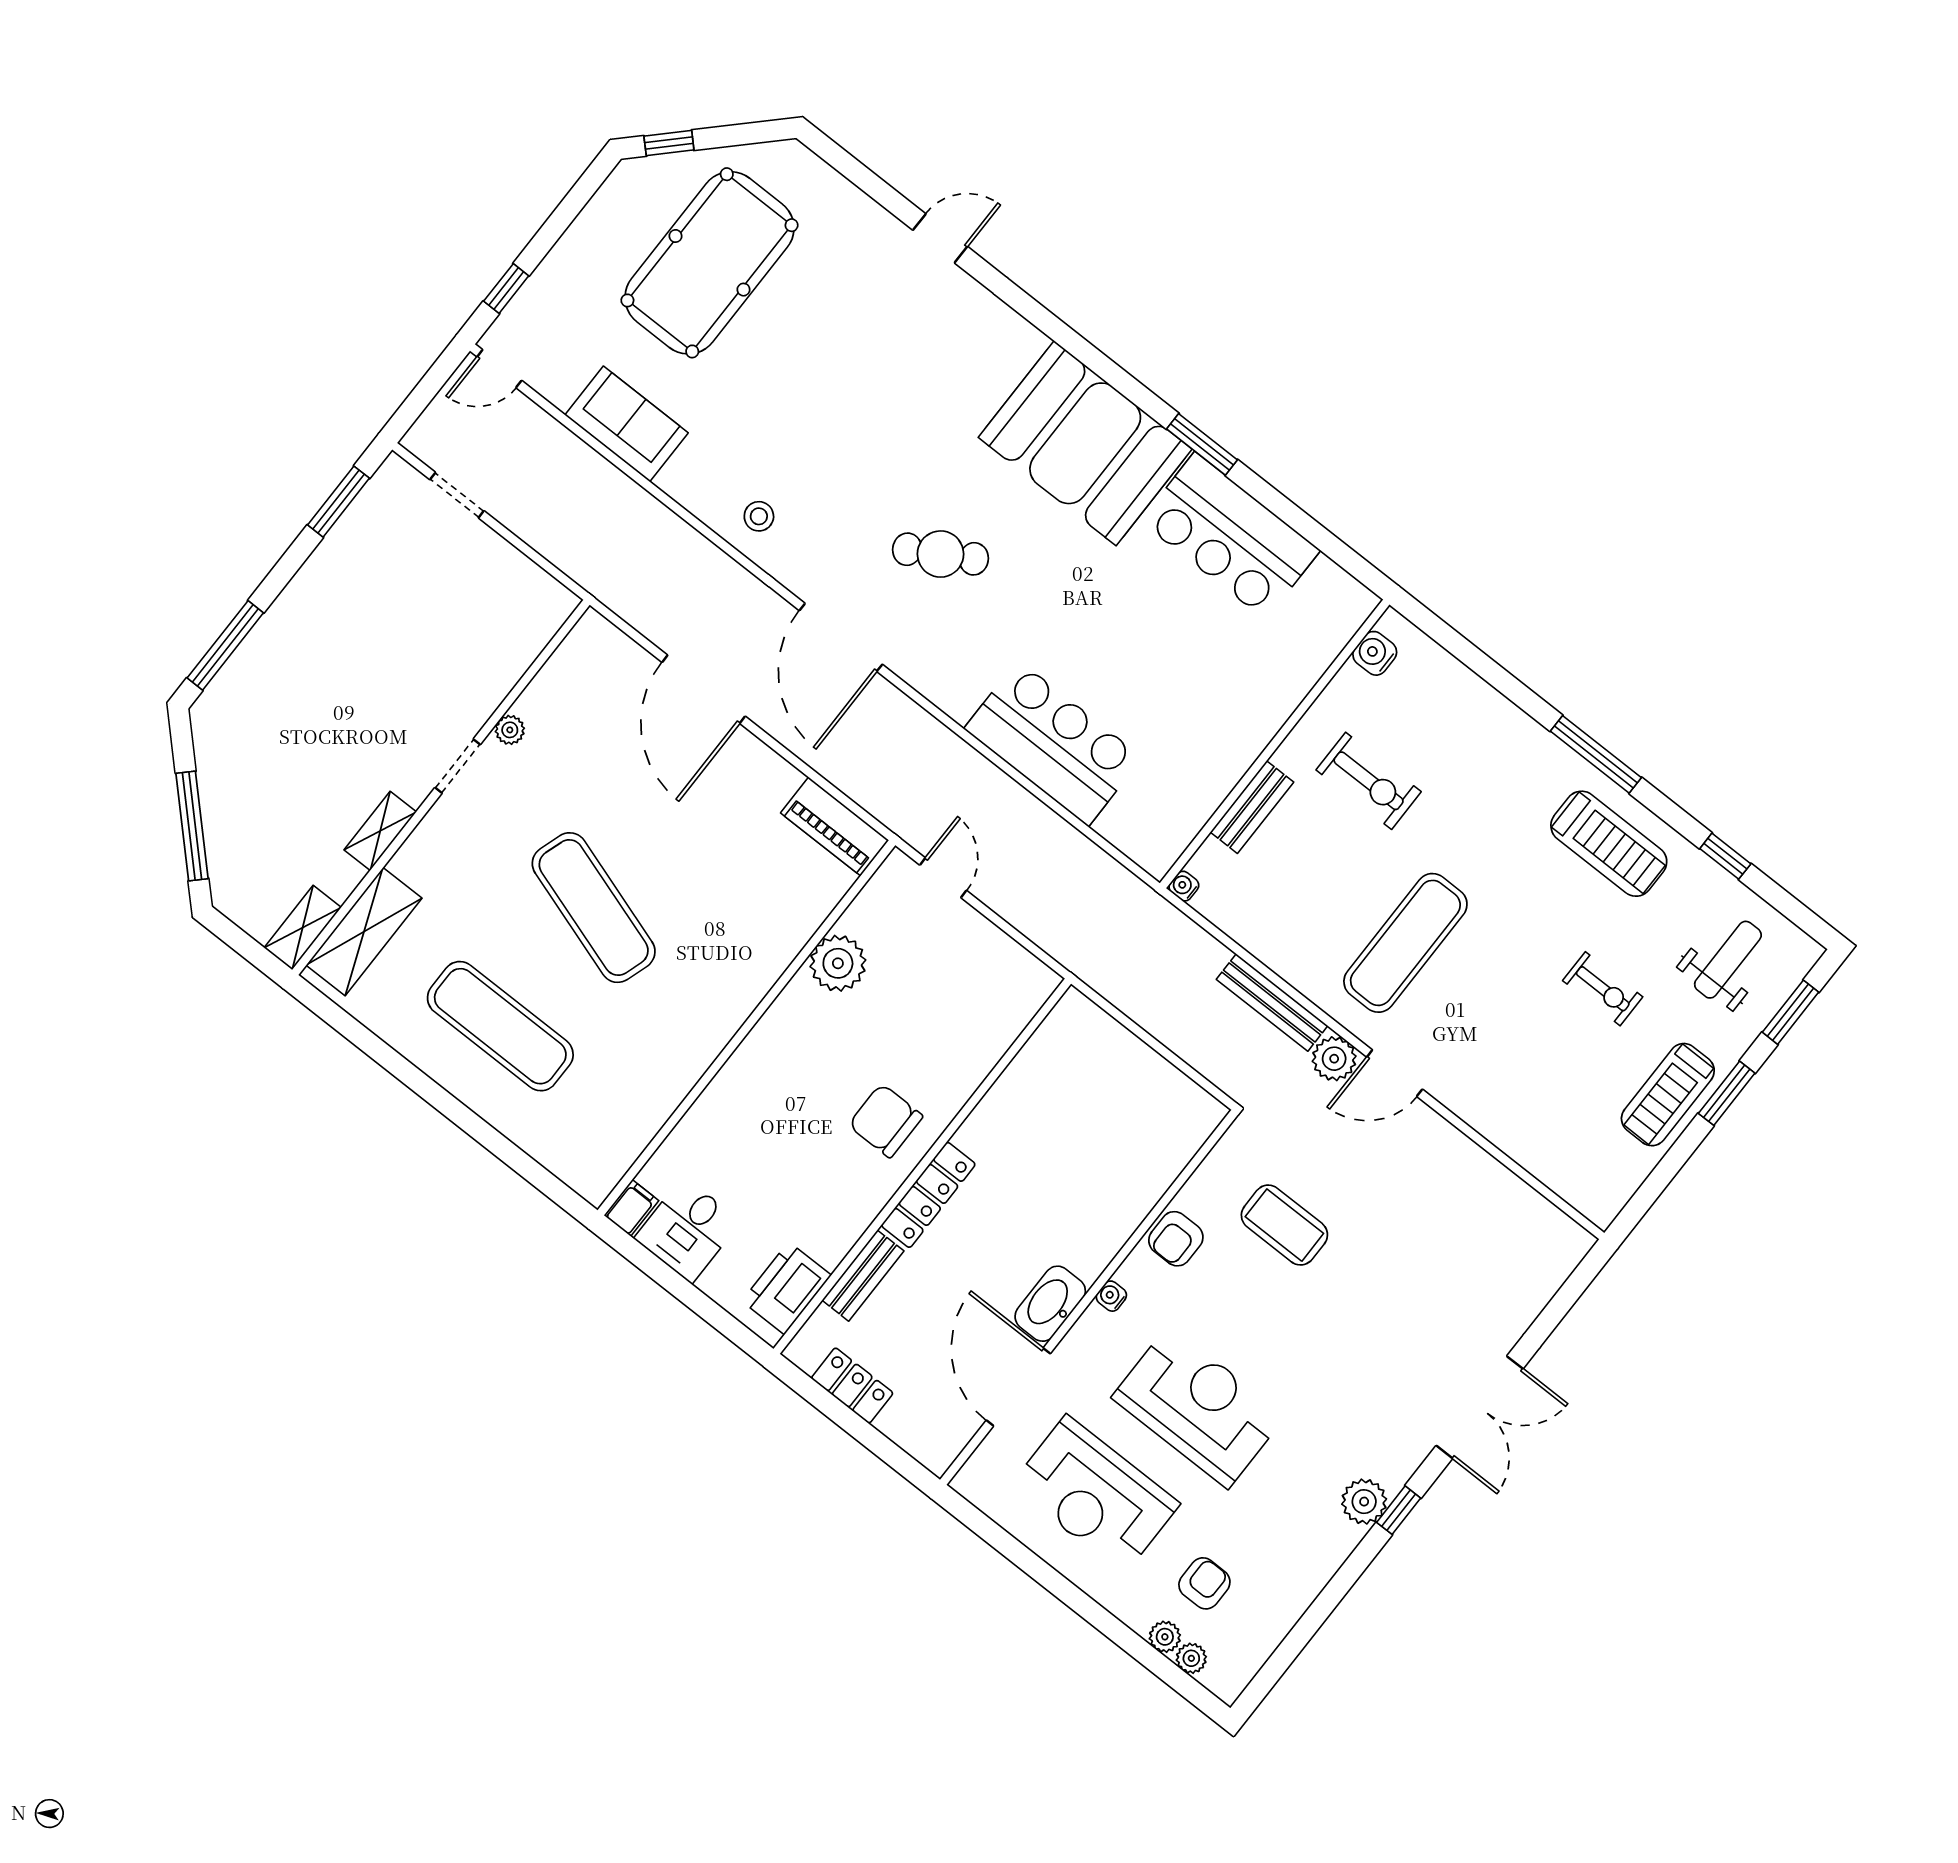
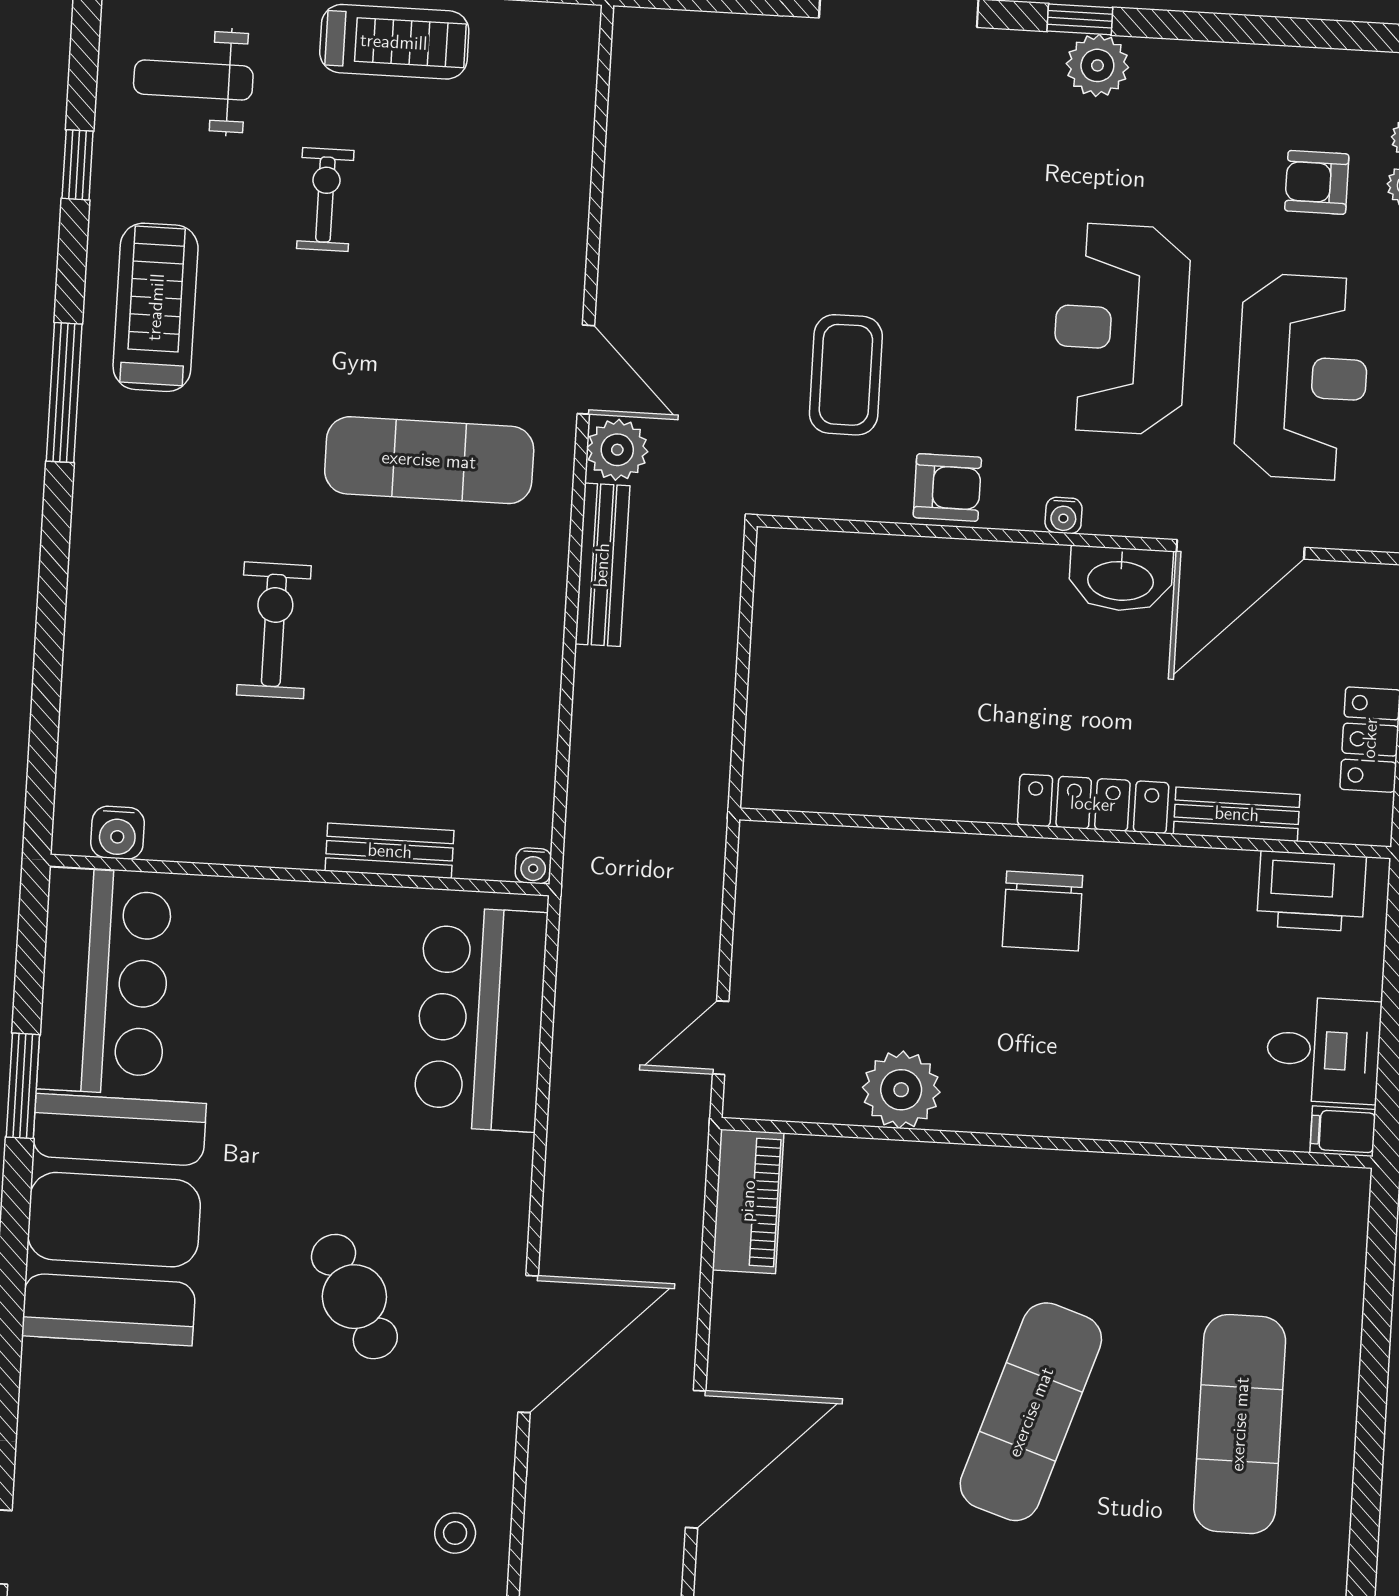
water cooler: (1375, 653) -> (118, 833), moved
wall: (1275, 744) -> (300, 875), moved
bench: (1252, 807) -> (390, 851), moved
water cooler: (1184, 886) -> (533, 866), moved

